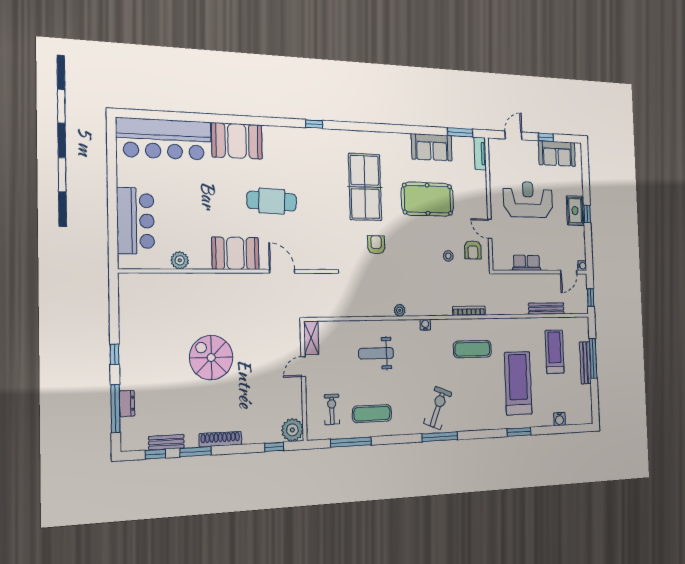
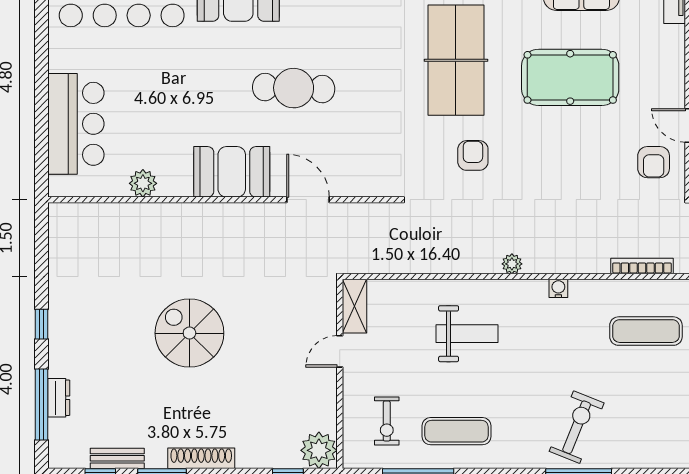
stool: (448, 256) -> (606, 173), removed
weight bench: (376, 353) -> (467, 334), turned 180
exercise bike: (332, 409) -> (387, 421), turned 180

